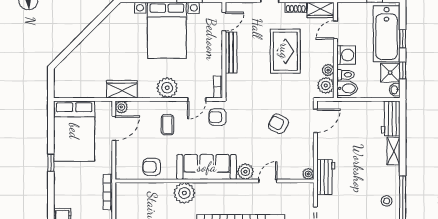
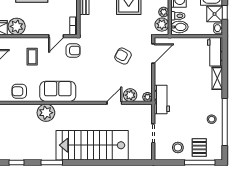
plant: (167, 88) -> (17, 26), moved
armchair: (217, 117) -> (73, 50), turned 180
sofa: (207, 167) -> (58, 91), width x0.73
plant: (245, 172) -> (130, 95), moved

